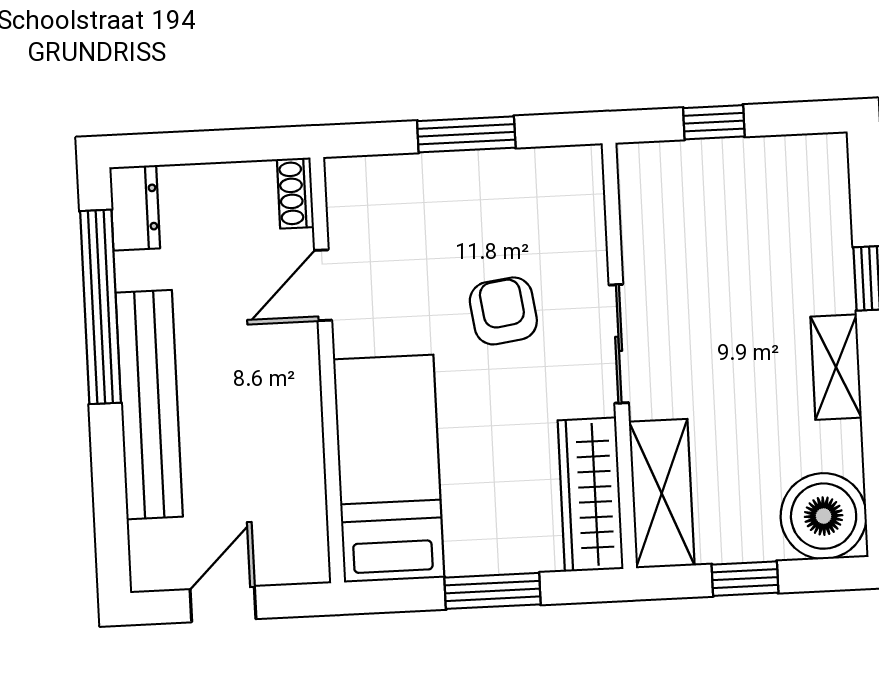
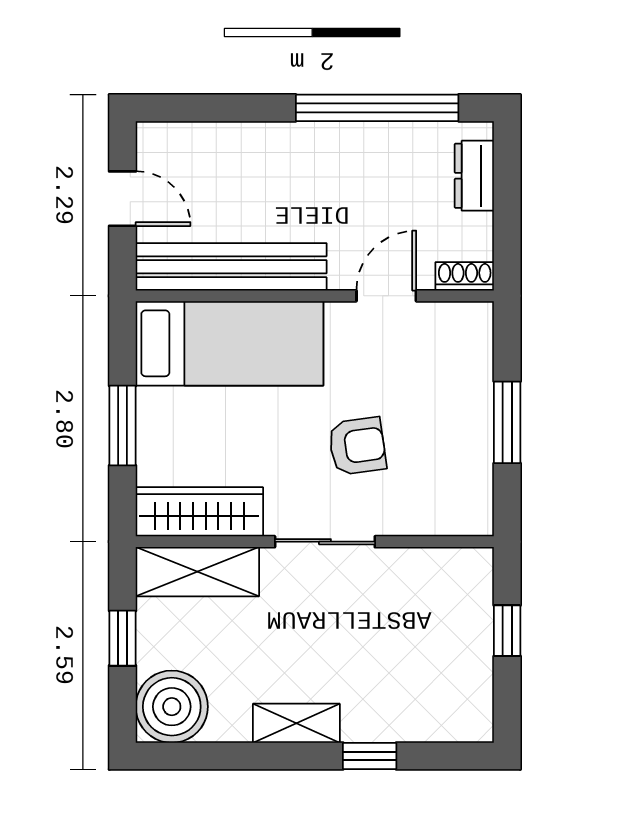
dresser: (135, 208) -> (474, 176), moved, turned 90
door: (323, 285) -> (386, 296), hinge flipped
bench: (149, 405) -> (231, 267), moved

